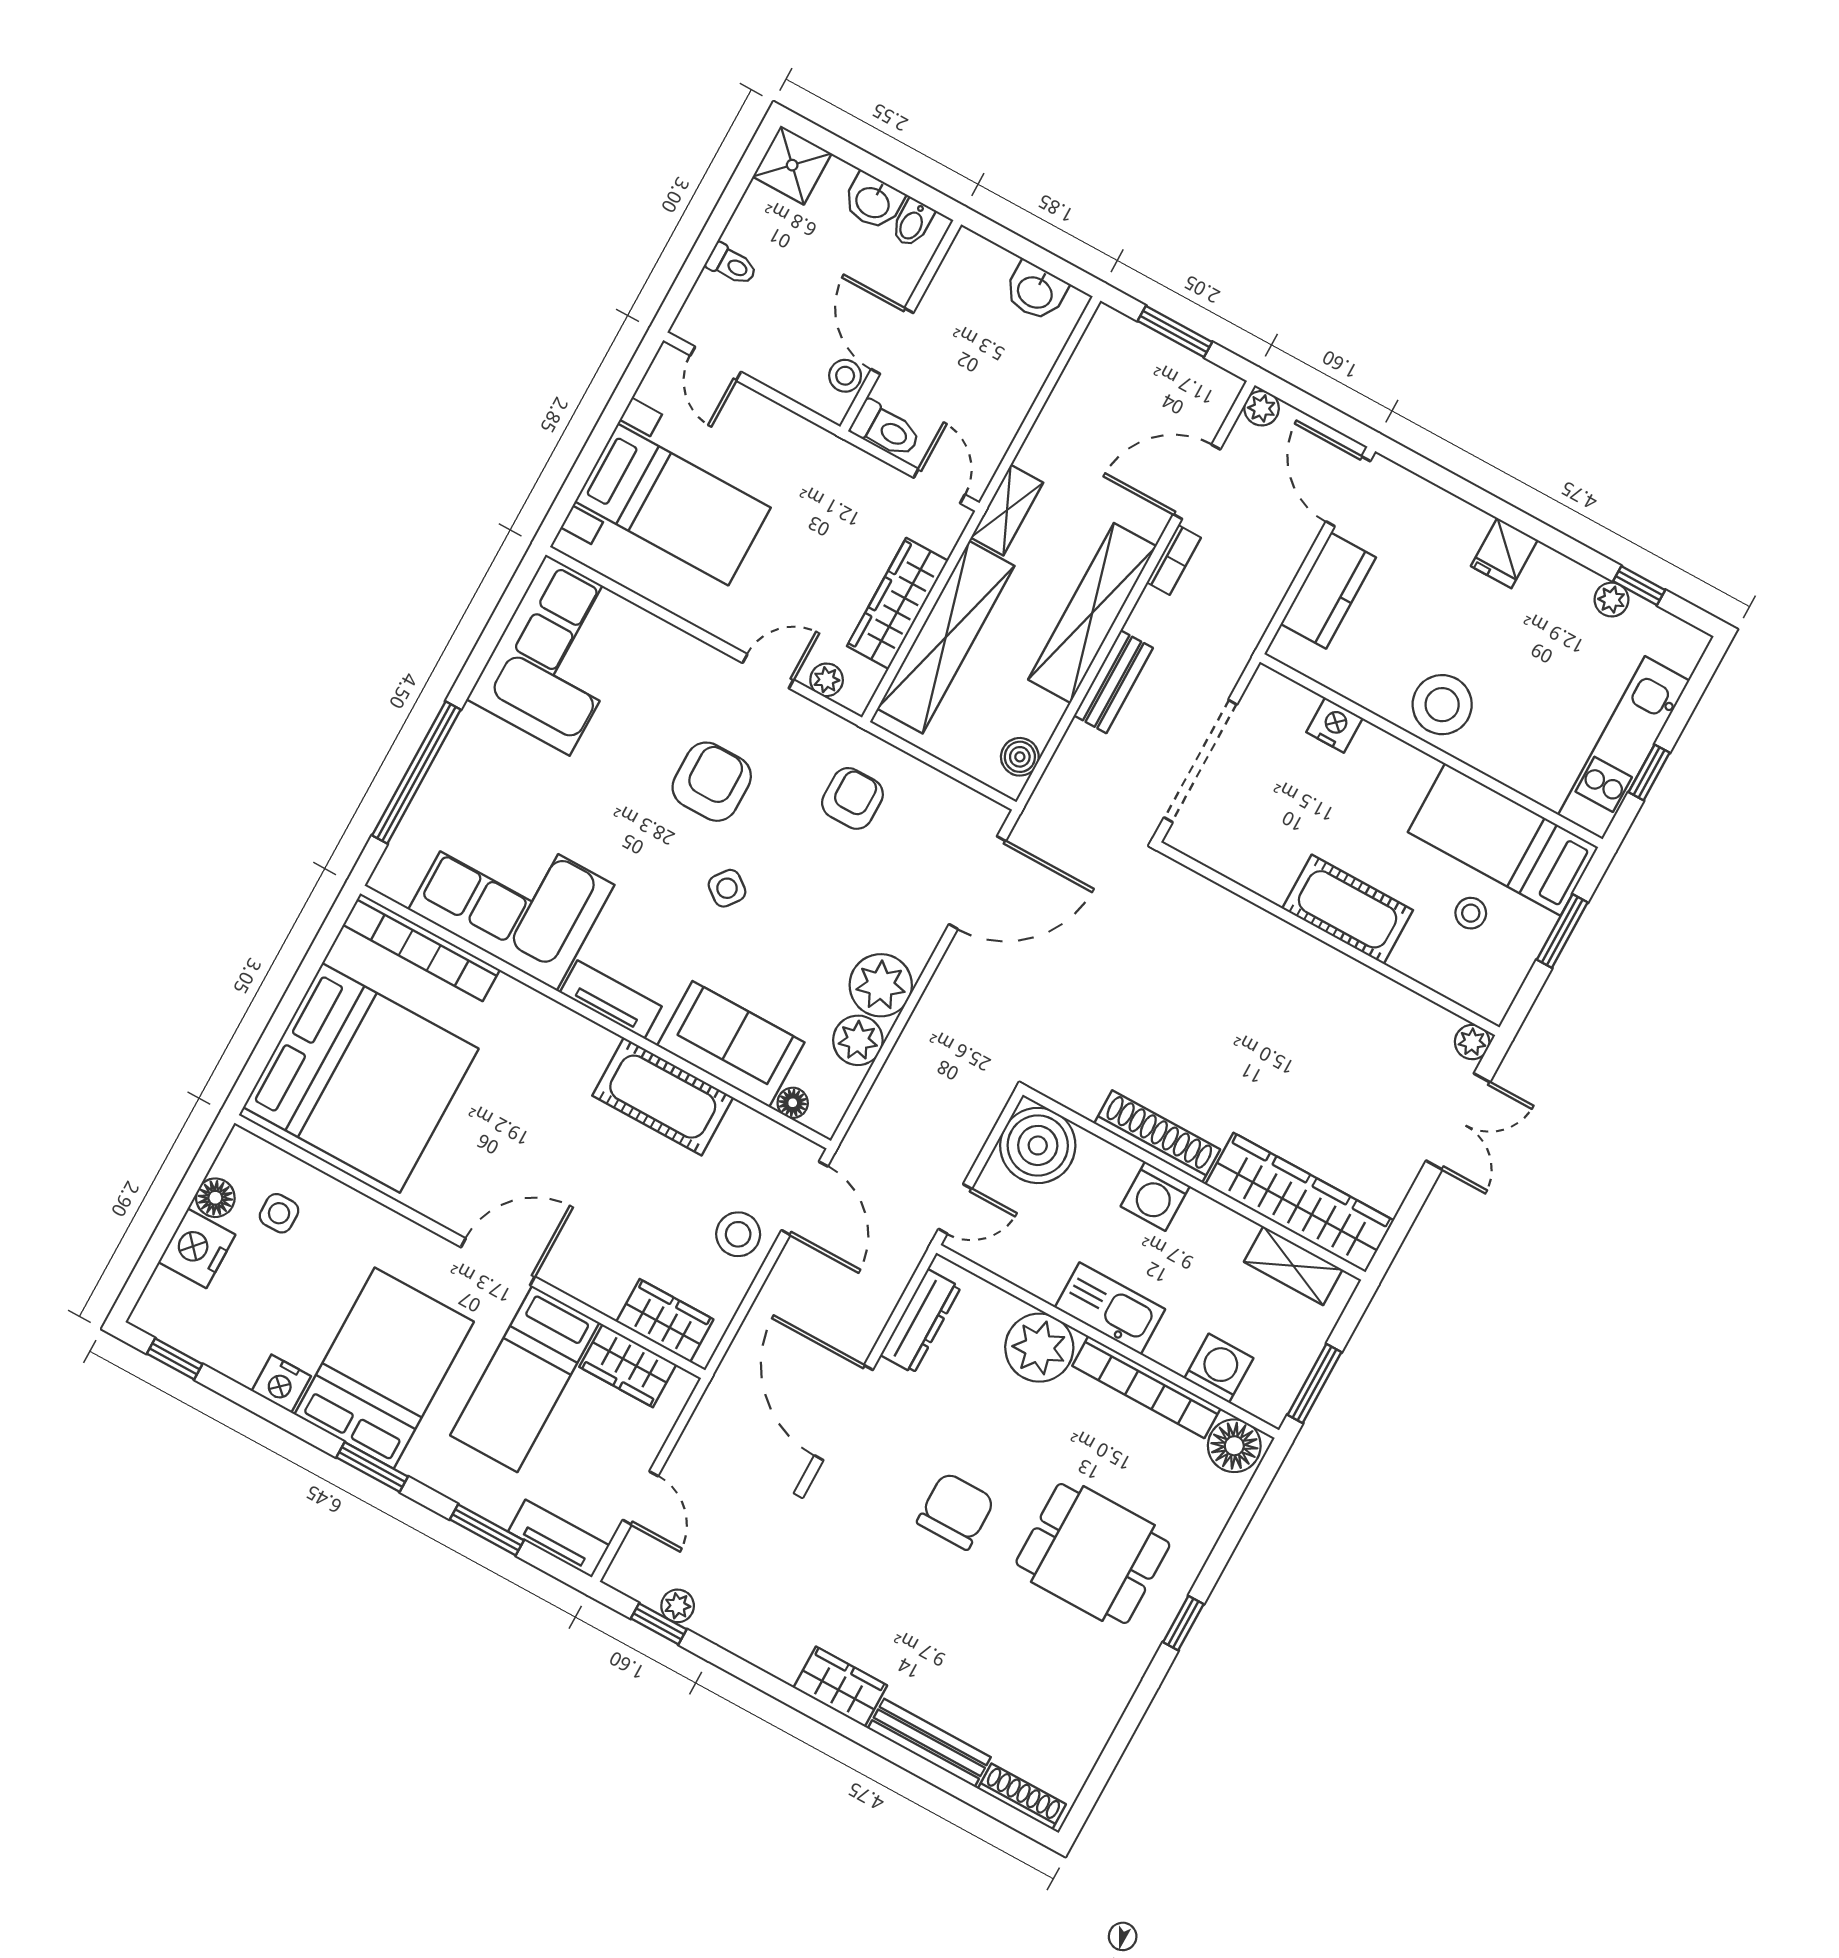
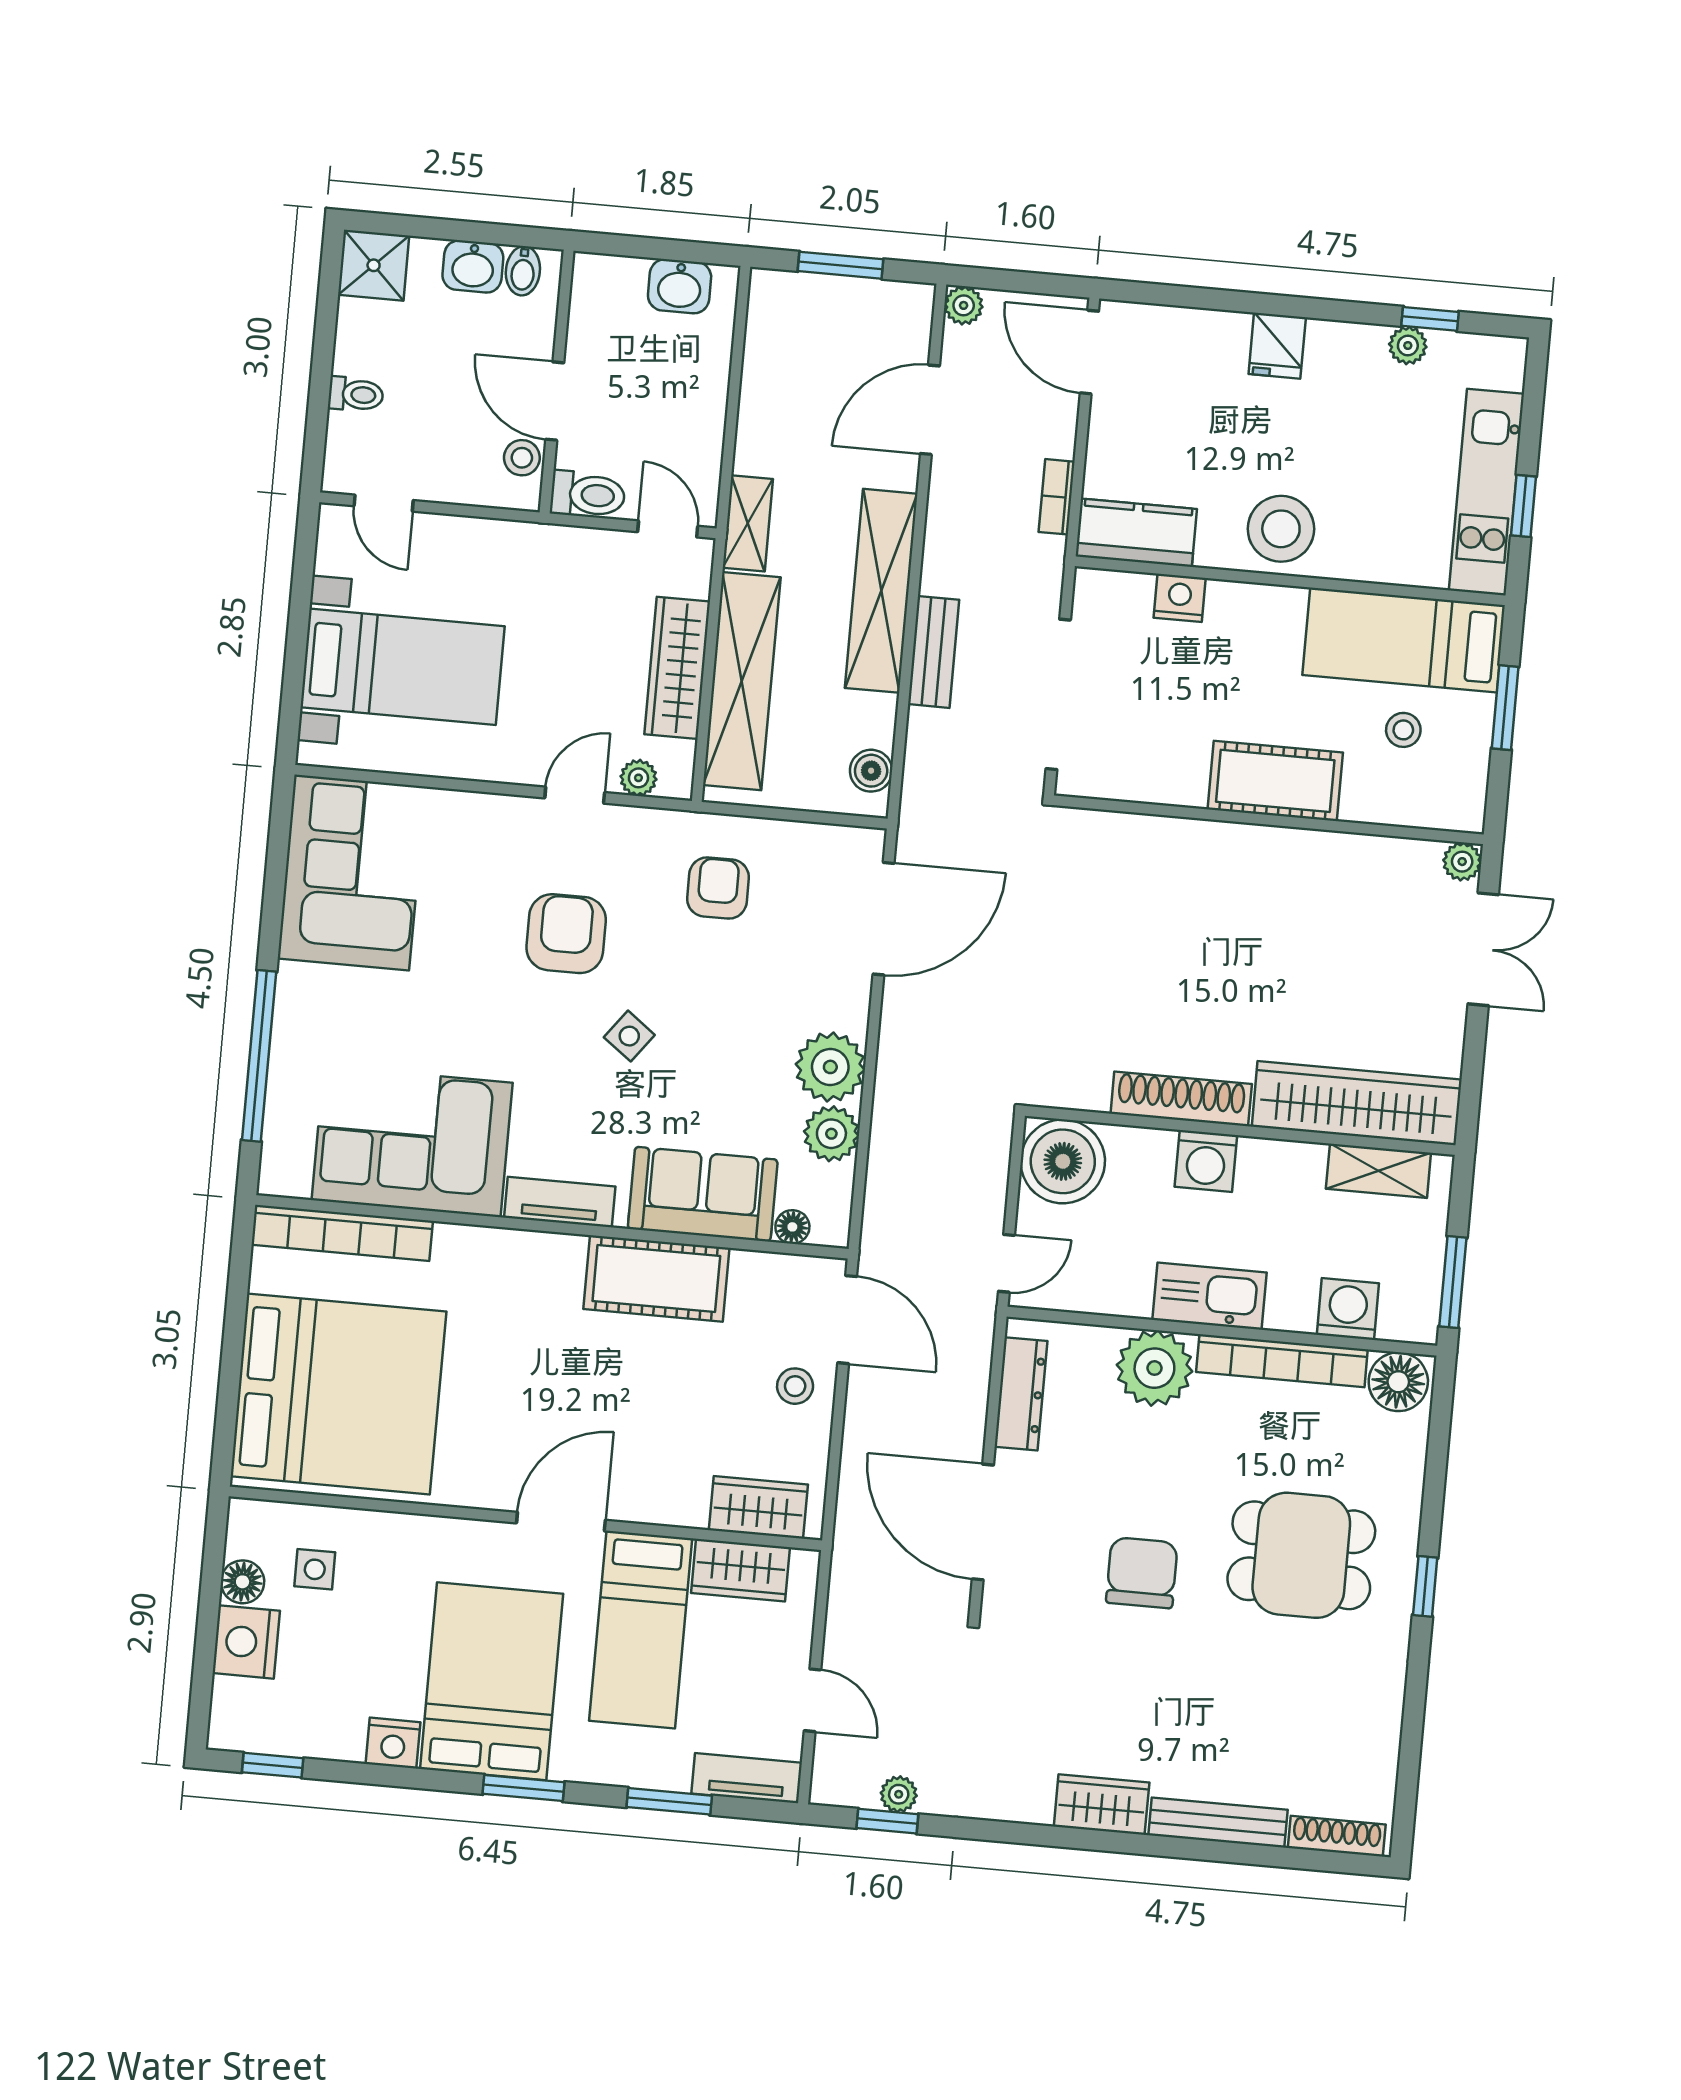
bookcase: (1174, 560) -> (1057, 497), moved, turned 180
kitchen counter: (1328, 591) -> (1136, 533), moved, turned -90
stool: (738, 1234) -> (795, 1386), width x0.73, depth x0.73

